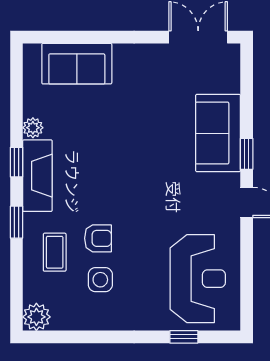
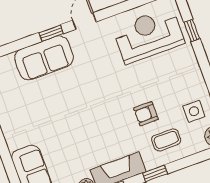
armchair: (98, 238) -> (146, 114), turned -90
side table: (100, 280) -> (194, 111), moved

